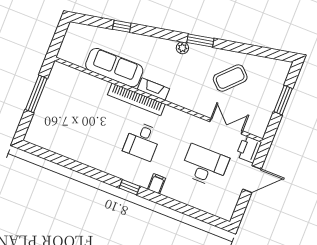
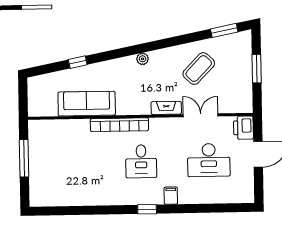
window: (200, 40) -> (224, 30), moved
fireplace: (153, 89) -> (166, 108), moved
double door: (226, 126) -> (201, 115), moved
desk: (205, 166) -> (209, 160), turned 180

